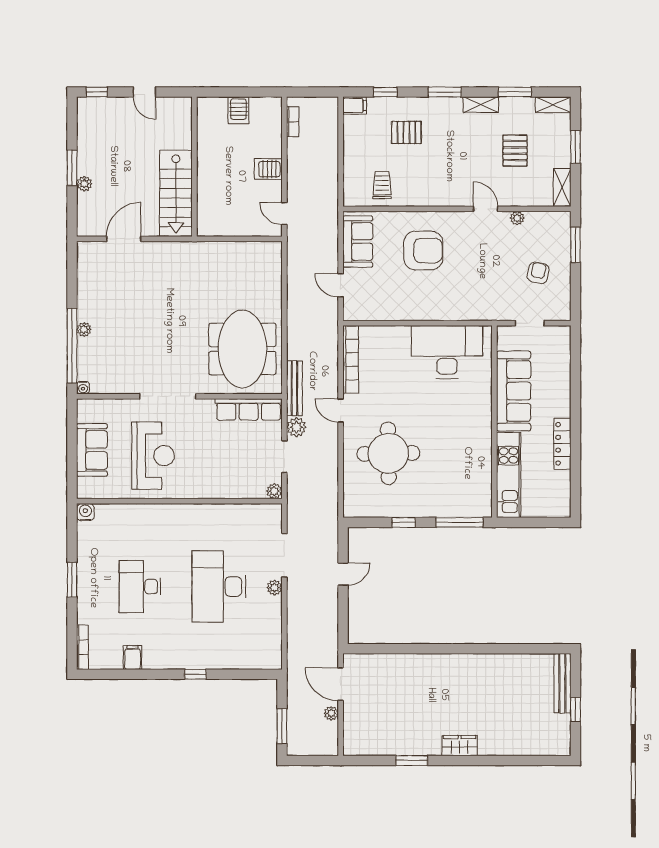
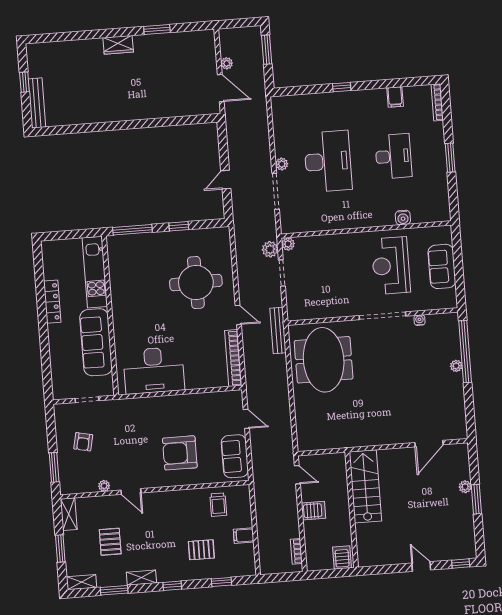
window: (445, 92) -> (172, 586), width x0.67
filing cabinet: (355, 105) -> (244, 536), moved
wall: (194, 167) -> (352, 510), moved
stairs: (176, 193) -> (365, 486), moved
water cooler: (83, 388) -> (420, 320), moved
row of seats: (249, 409) -> (315, 310), removed
plant: (296, 427) -> (270, 249), moved
water cooler: (85, 512) -> (403, 218), moved

